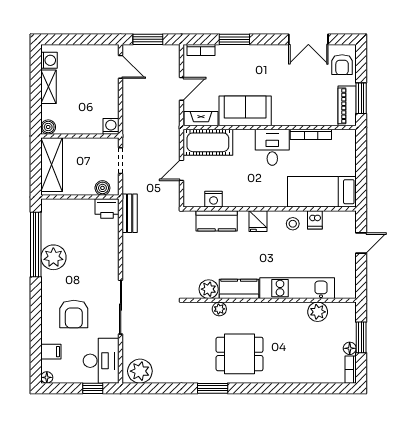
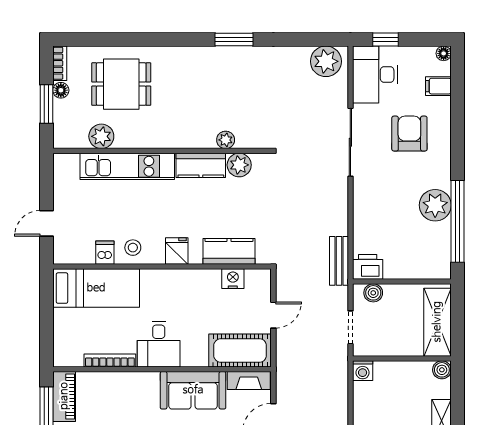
dining table: (240, 354) -> (121, 84), moved

